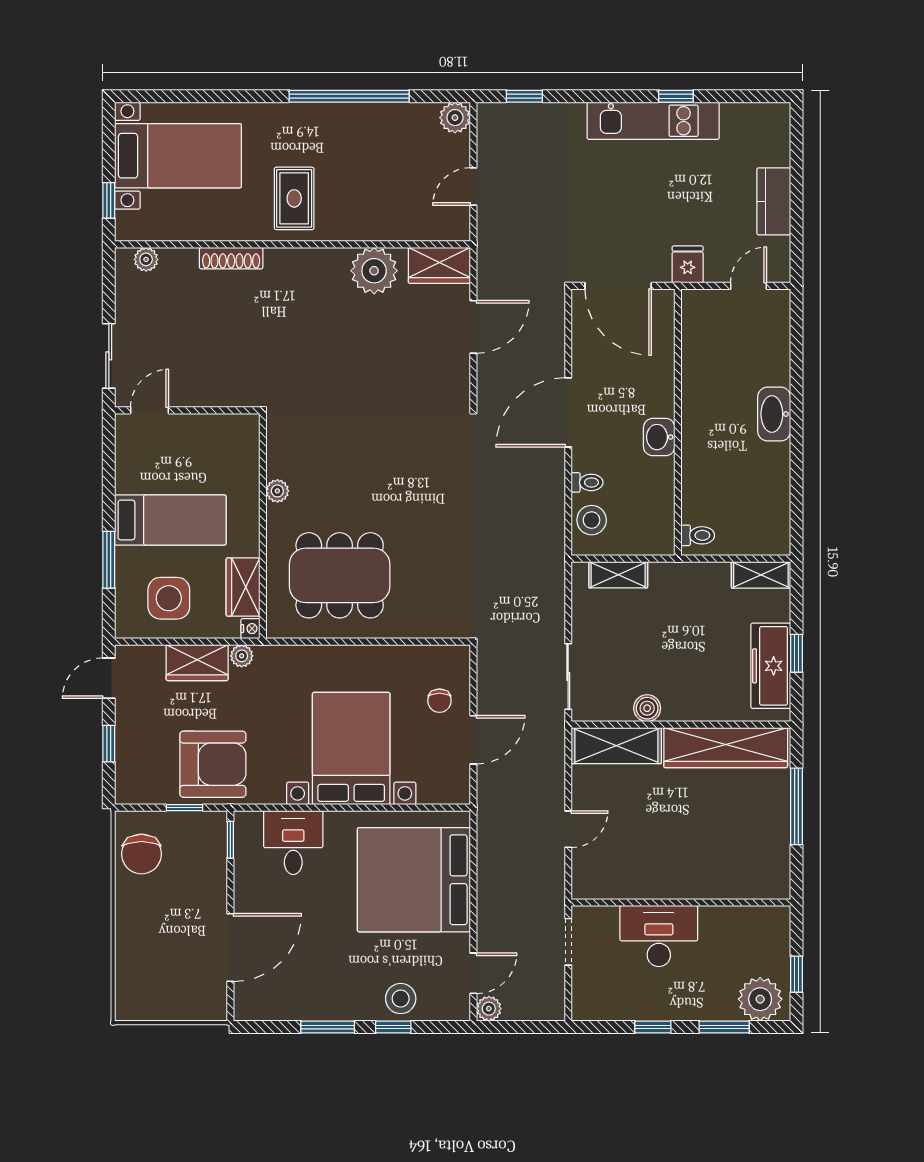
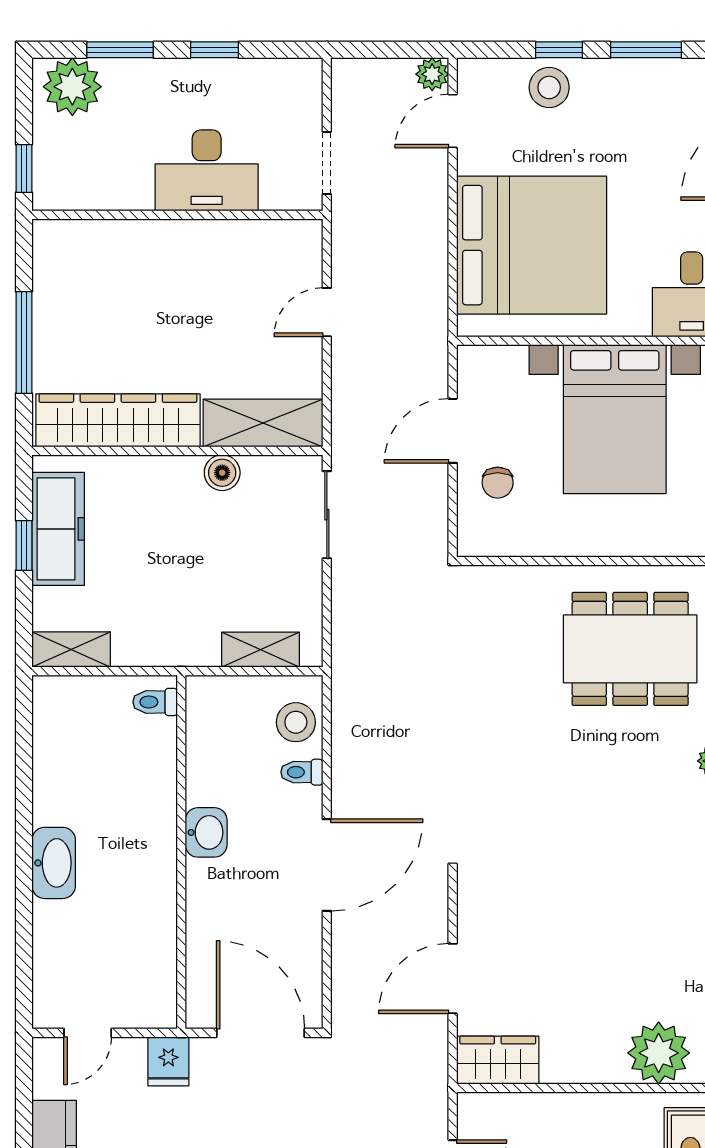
plant: (374, 271) -> (659, 1053), moved
chair: (439, 701) -> (498, 483), turned 180
window: (796, 974) -> (24, 168), moved

